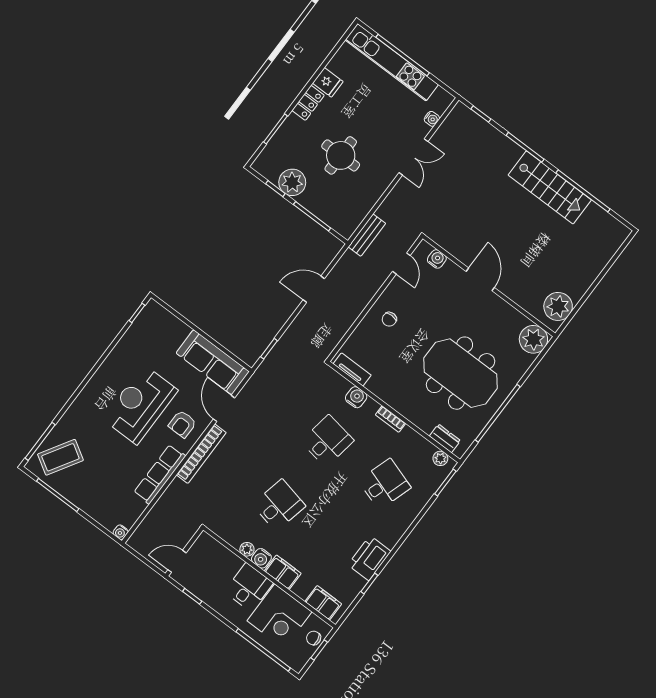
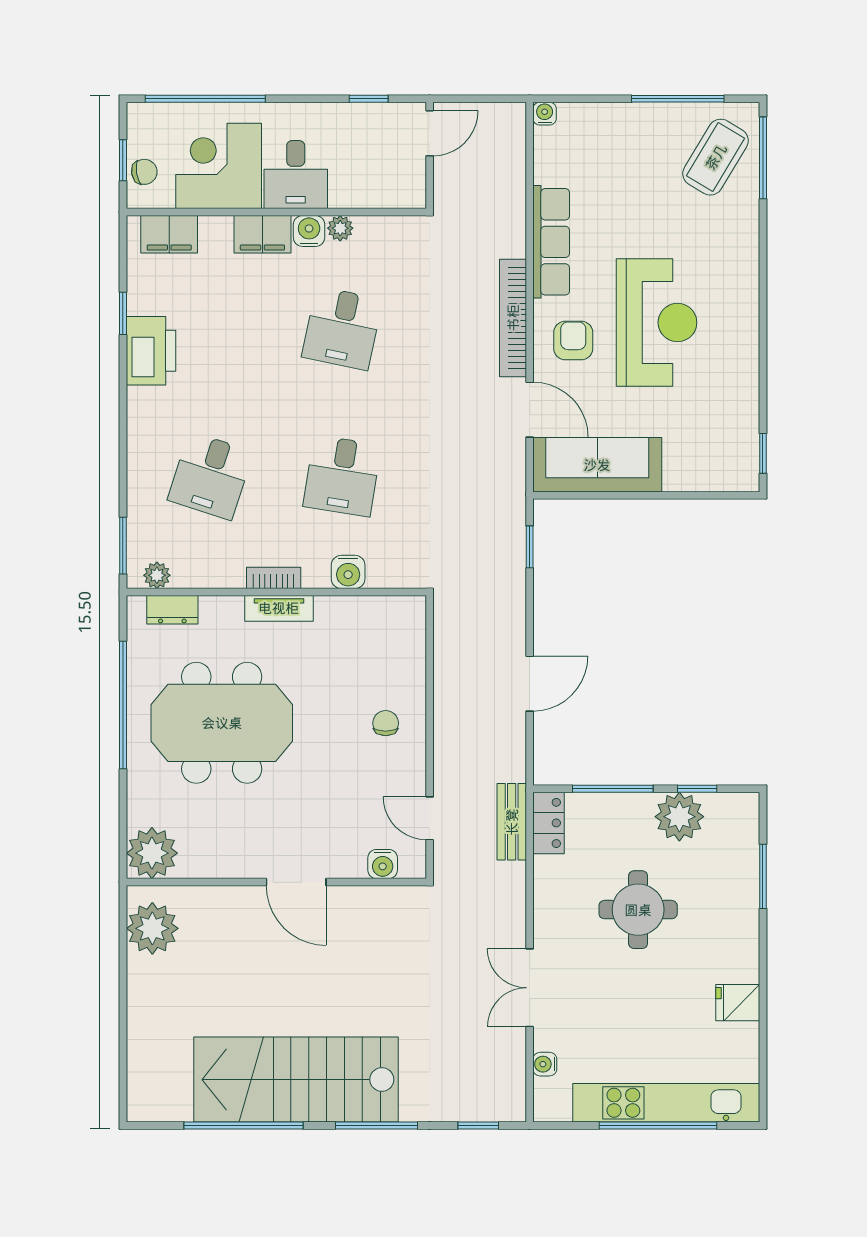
locker: (308, 103) -> (549, 823), moved, turned 180
stairs: (550, 187) -> (296, 1080), width x1.36, depth x1.51
tv unit: (352, 369) -> (279, 608), moved

